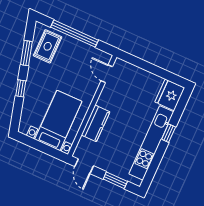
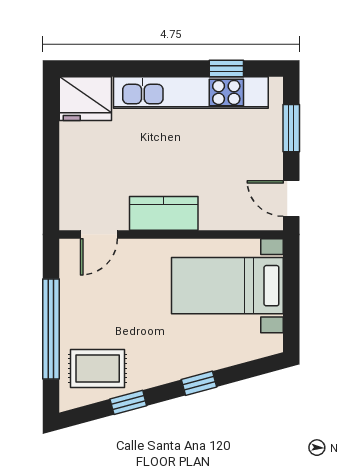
window: (26, 53) -> (128, 402), width x0.67
kitchen counter: (96, 123) -> (164, 213), moved
window: (169, 133) -> (226, 68), moved
door: (84, 166) -> (291, 199), swing flipped

